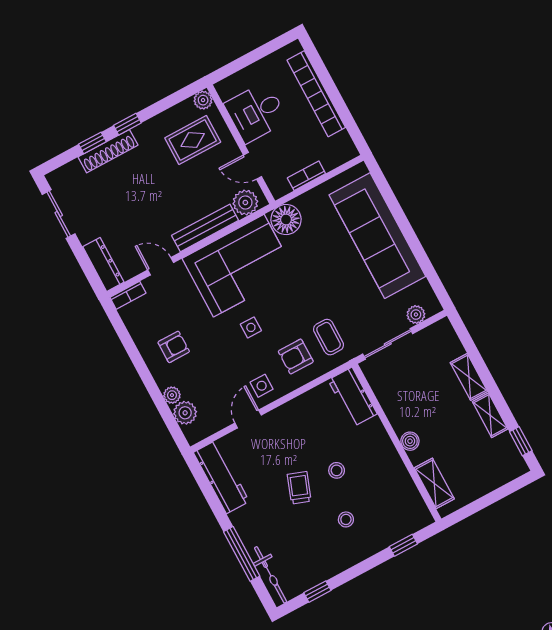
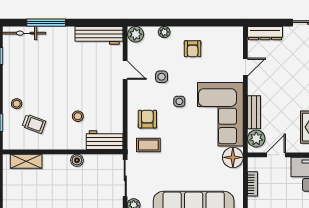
bench: (205, 228) -> (254, 112), width x0.73
bookcase: (128, 295) -> (238, 38), removed
side table: (262, 386) -> (162, 77), moved
plant: (185, 413) -> (136, 34), moved
boiler: (410, 441) -> (77, 160), moved
stool: (337, 470) -> (78, 116), moved
trolley: (299, 488) -> (34, 124), moved
stool: (346, 519) -> (17, 104), moved

